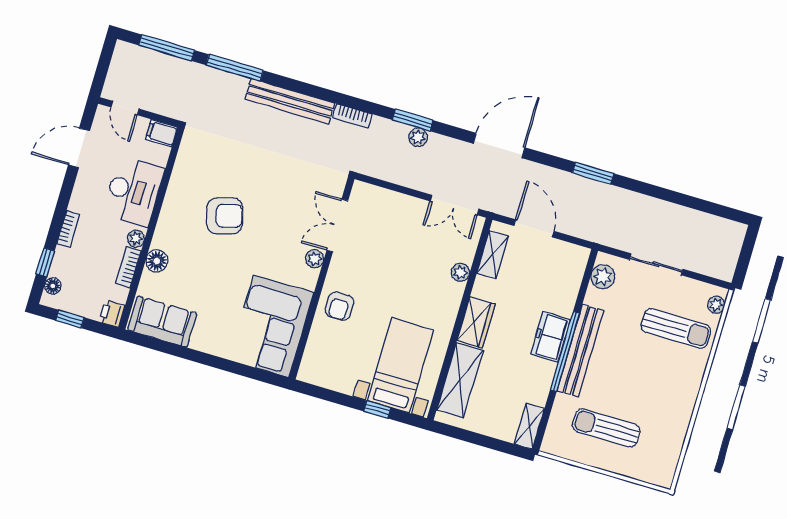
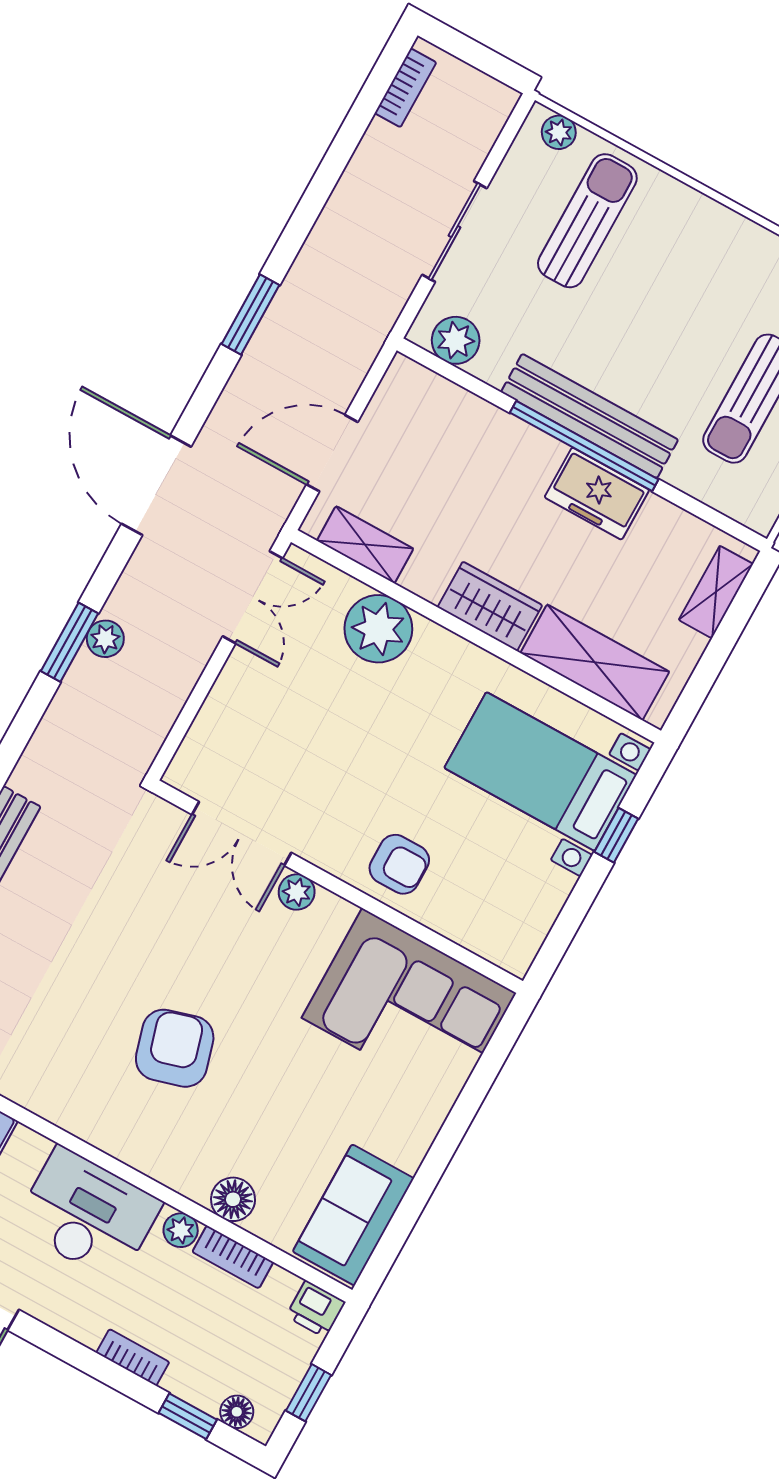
bookcase: (352, 116) -> (405, 88), moved
plant: (460, 272) -> (378, 629), width x1.88, depth x1.88
freezer: (551, 337) -> (597, 494), moved
shelving: (529, 426) -> (716, 592), moved, turned 90

